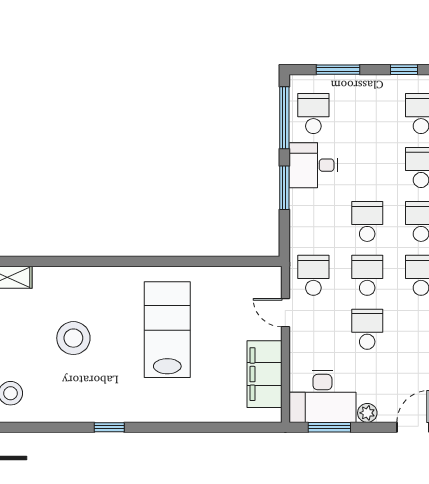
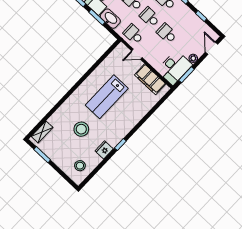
washbasin: (303, 212) -> (110, 19), added
lab bench: (167, 330) -> (107, 97), turned -90
fridge: (75, 409) -> (104, 150), added

